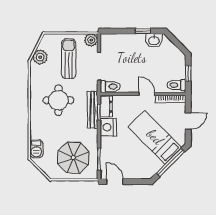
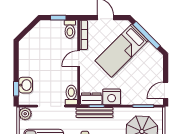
window: (143, 31) -> (16, 89), moved
washbasin: (154, 40) -> (26, 85), moved

